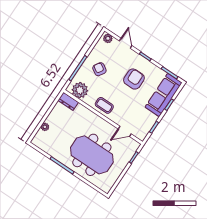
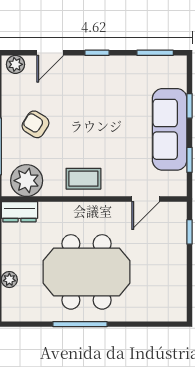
door: (126, 43) -> (50, 53), swing flipped
armchair: (134, 79) -> (103, 103), removed
sofa: (164, 95) -> (170, 129), moved
meeting table: (92, 155) -> (87, 272), moved

